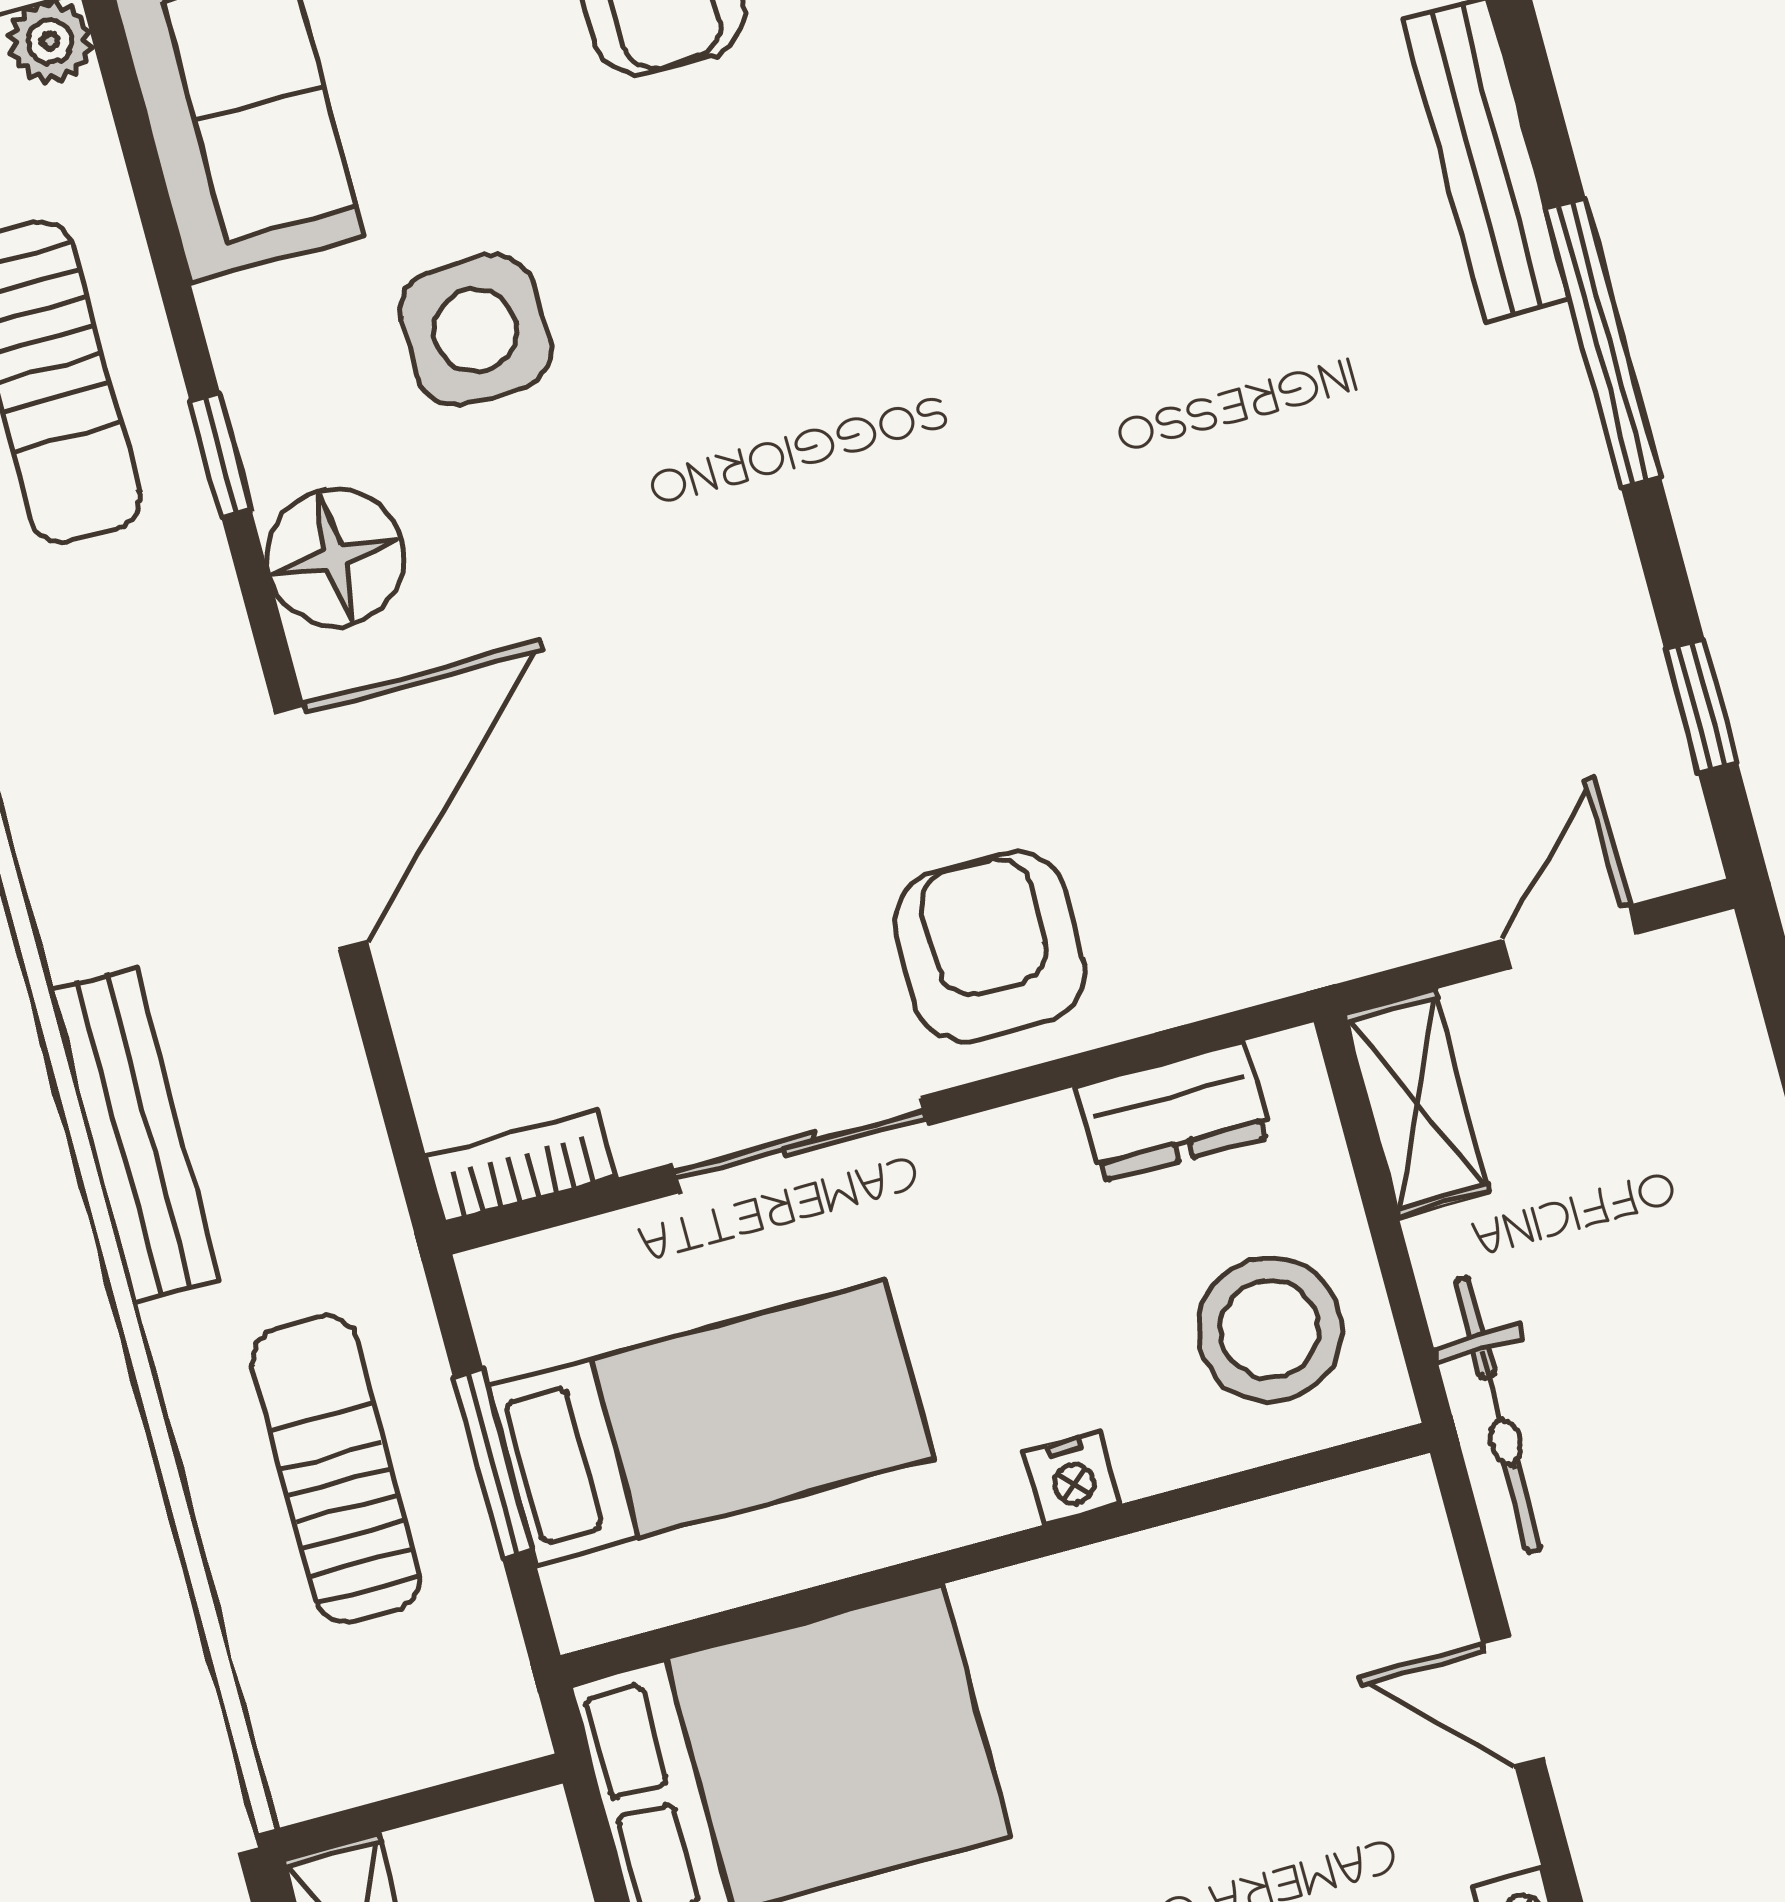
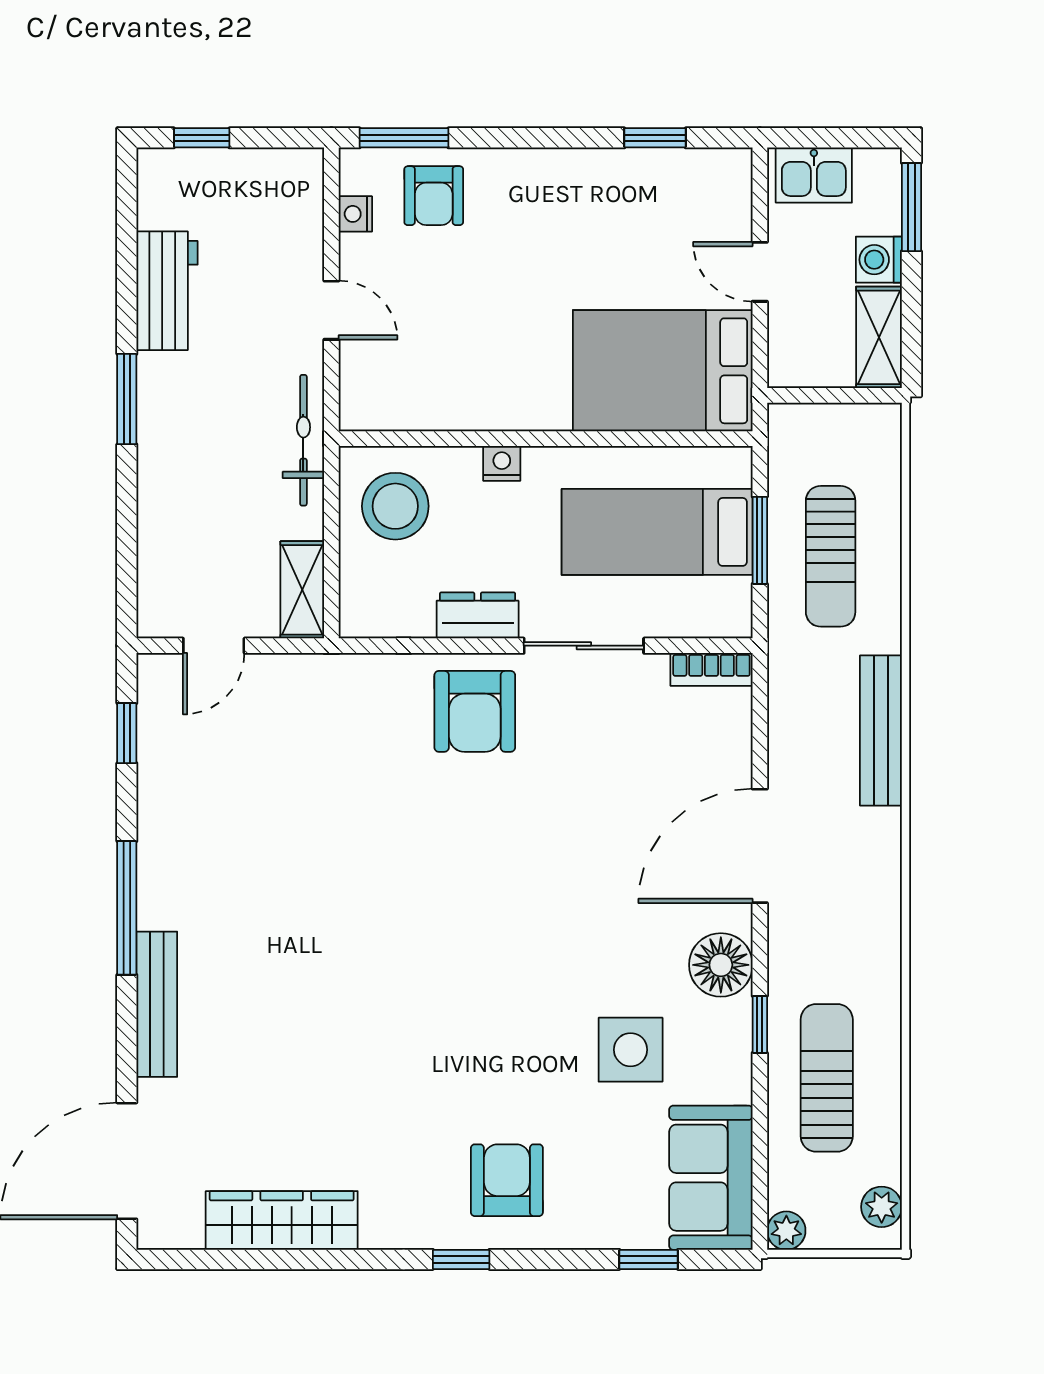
dresser: (1173, 1111) -> (478, 615), moved

